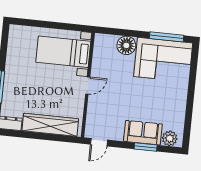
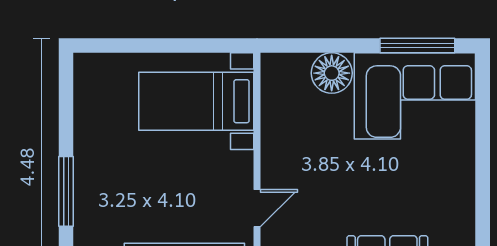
door: (88, 85) -> (257, 208), moved

